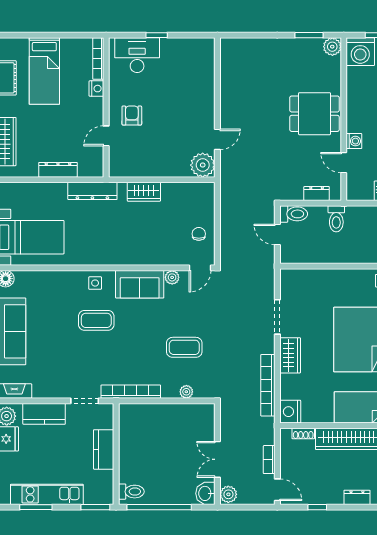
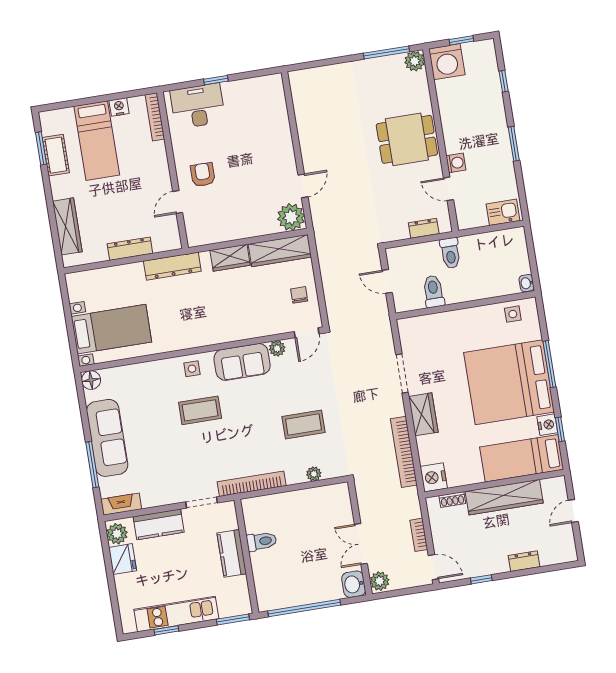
window: (309, 35) -> (386, 53), width x1.44
nightstand: (96, 89) -> (119, 107), moved, turned -90
wardrobe: (188, 193) -> (280, 251), added
toilet: (294, 214) -> (434, 291), moved, turned -90
toilet: (131, 492) -> (262, 541), moved
window: (36, 507) -> (166, 630), width x0.67

